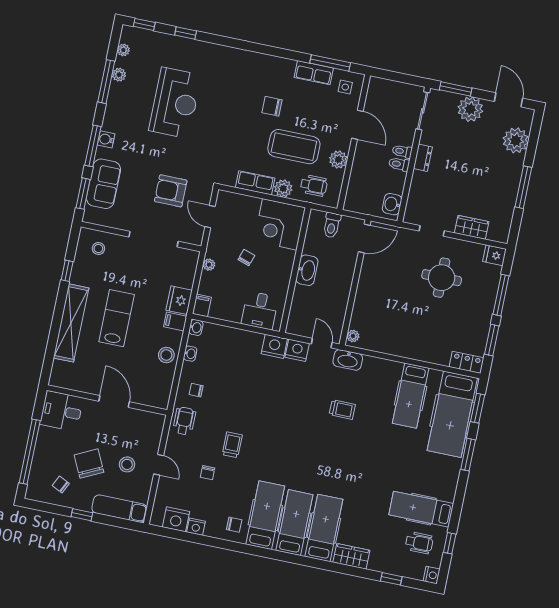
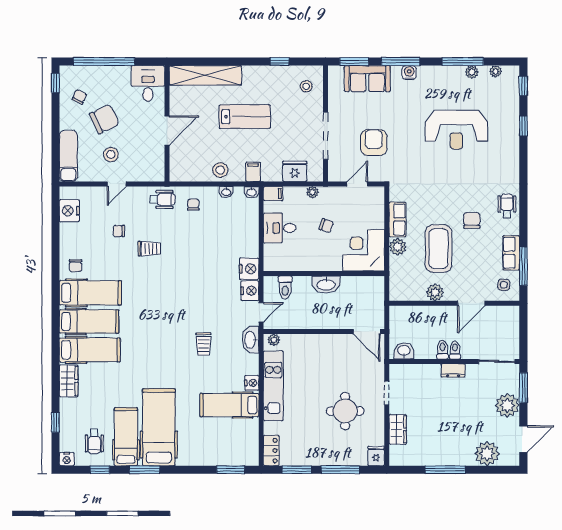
wheelchair: (314, 185) -> (507, 206), moved, turned 180
toilet: (332, 225) -> (285, 287), moved, turned -90
fridge: (179, 300) -> (295, 171), moved
desk: (260, 310) -> (280, 228), moved
shelving: (71, 323) -> (205, 75), moved
kitchen unit: (400, 346) -> (273, 386), added
hospital bed: (452, 414) -> (159, 427), moved, turned 90
window: (468, 455) -> (145, 470), moved
window: (82, 515) -> (55, 83), moved
nightstand: (196, 527) -> (252, 383), moved, turned 180

